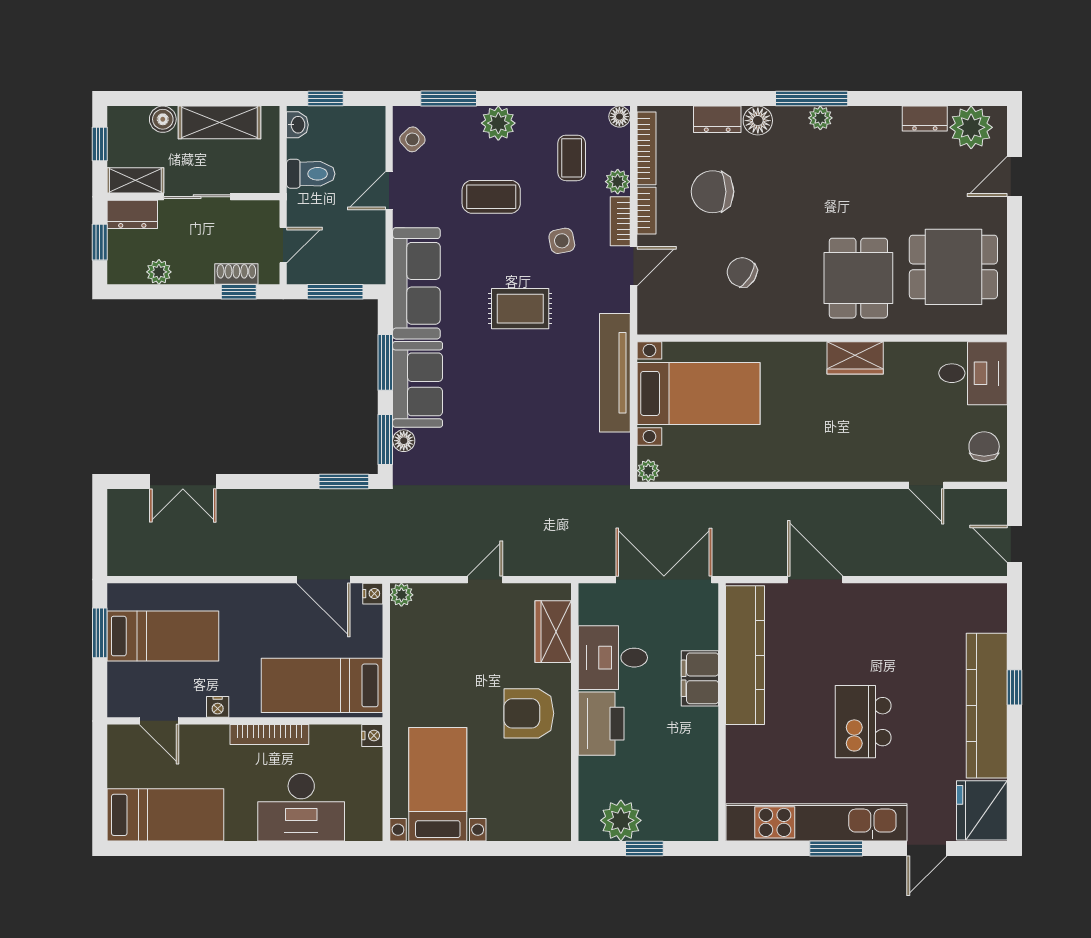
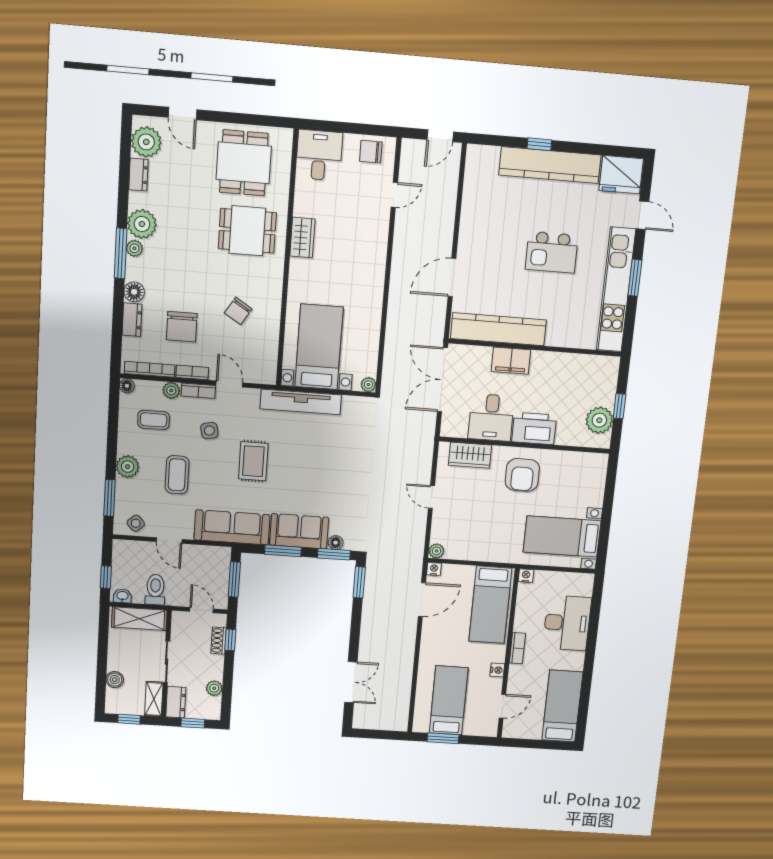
shelving: (220, 122) -> (139, 619), moved, turned 90
plant: (856, 127) -> (142, 224), added
bookcase: (269, 735) -> (517, 648), width x0.64

